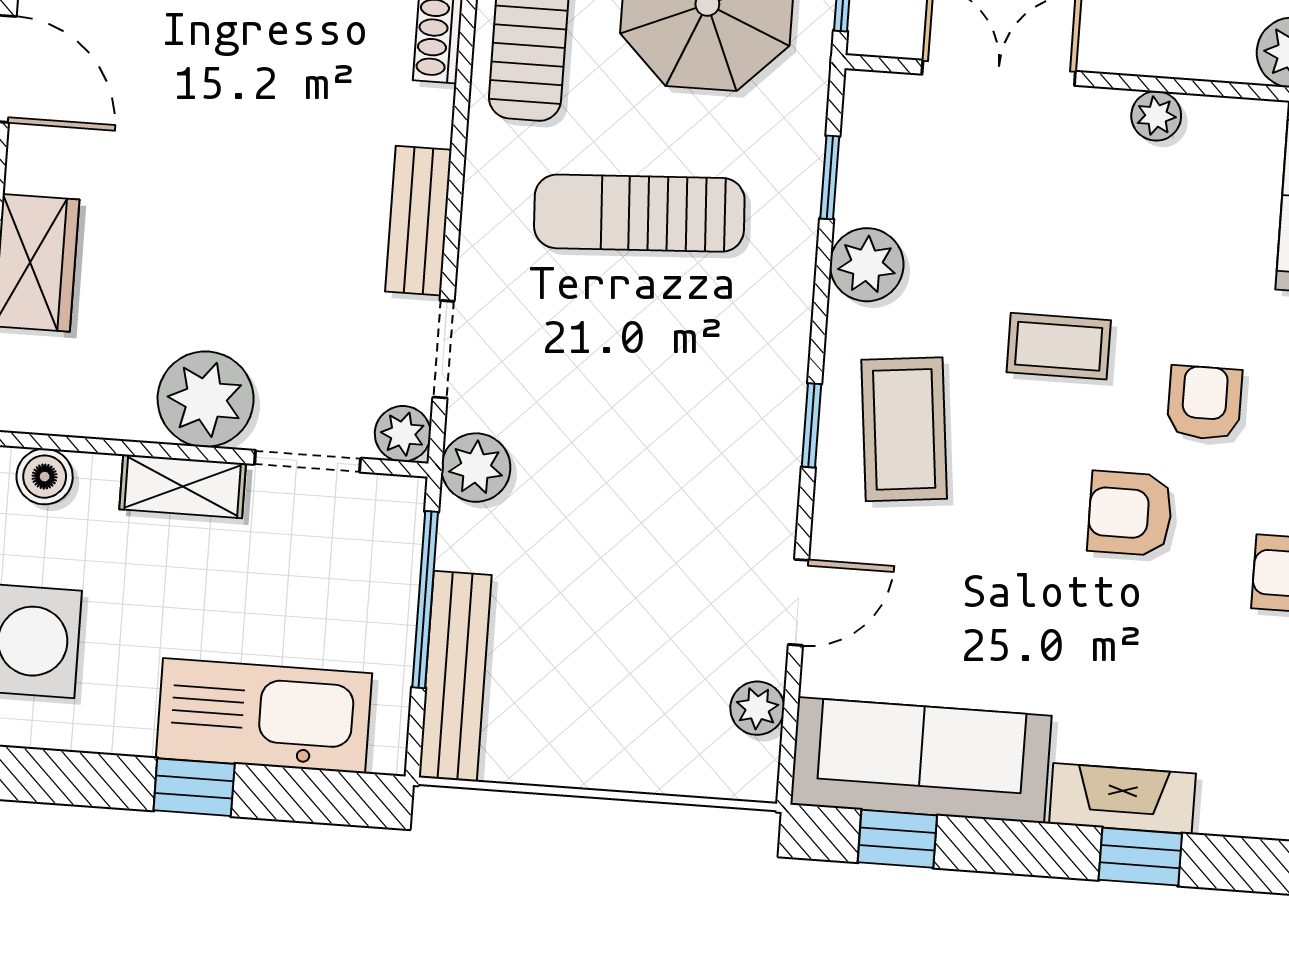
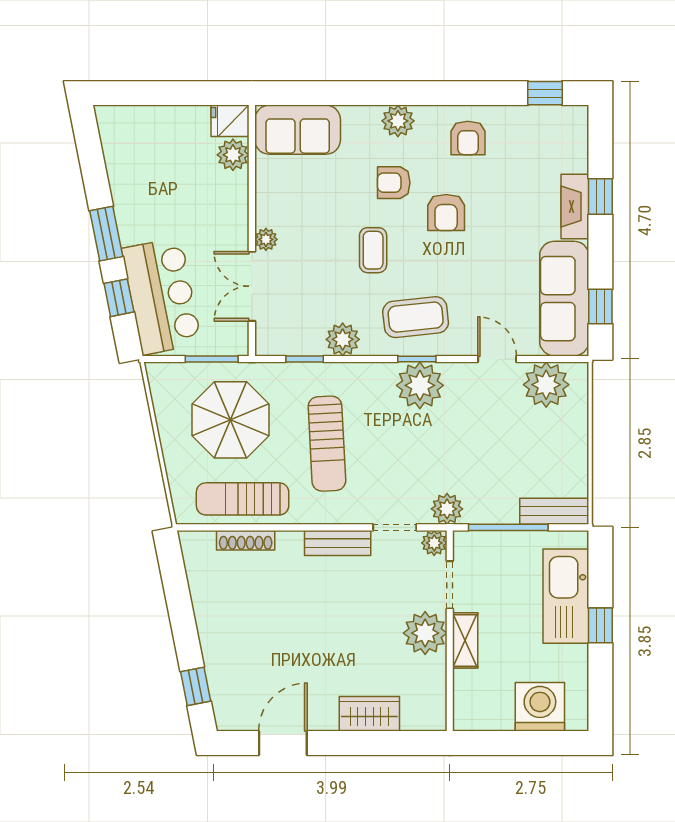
plant: (1156, 116) -> (266, 239), moved
plant: (753, 428) -> (420, 385), added
boiler: (45, 477) -> (465, 703), removed
bench: (455, 676) -> (554, 511), width x0.73
plant: (757, 708) -> (546, 385), width x1.88, depth x1.88

